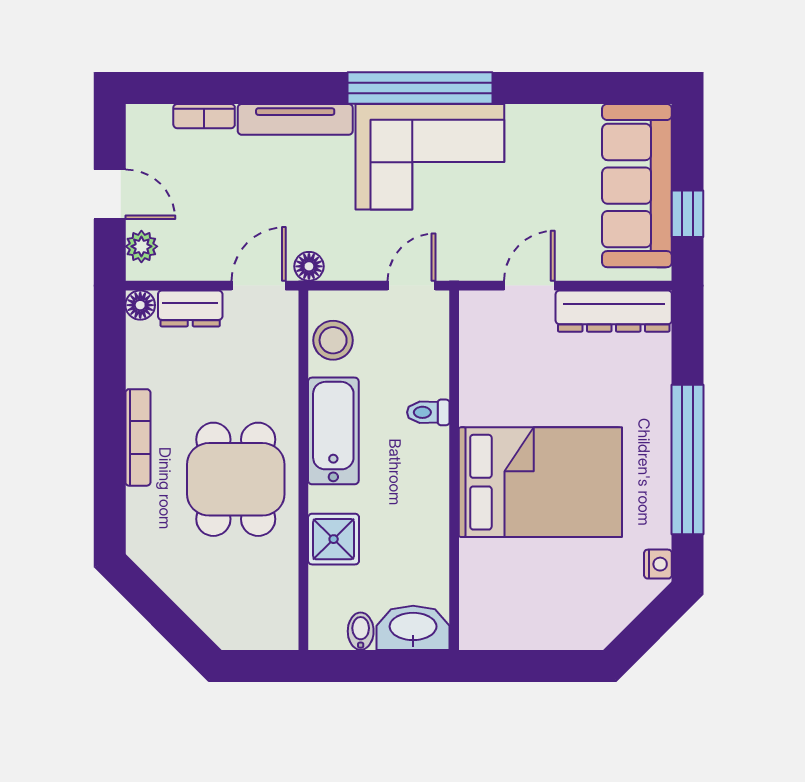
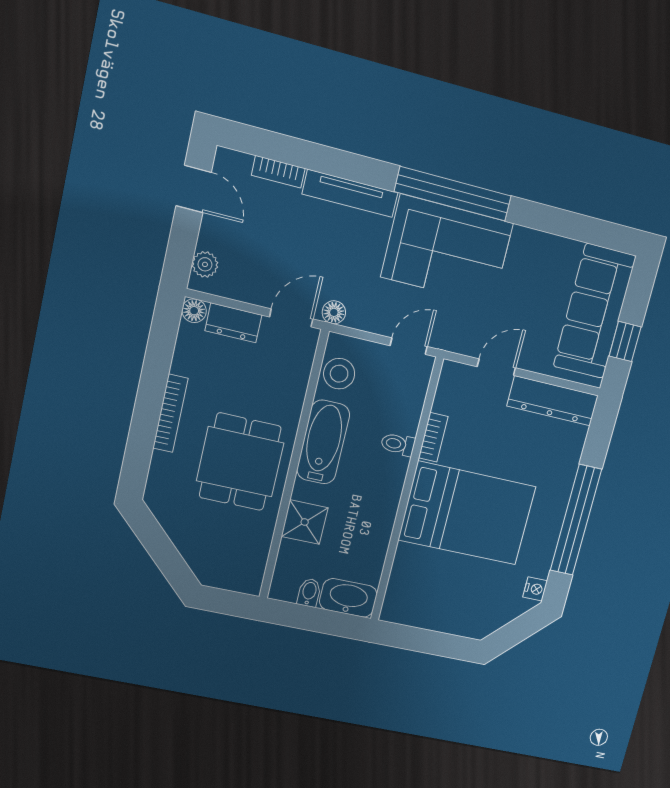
door: (110, 194) -> (194, 189), moved
bookcase: (471, 393) -> (433, 437), added

